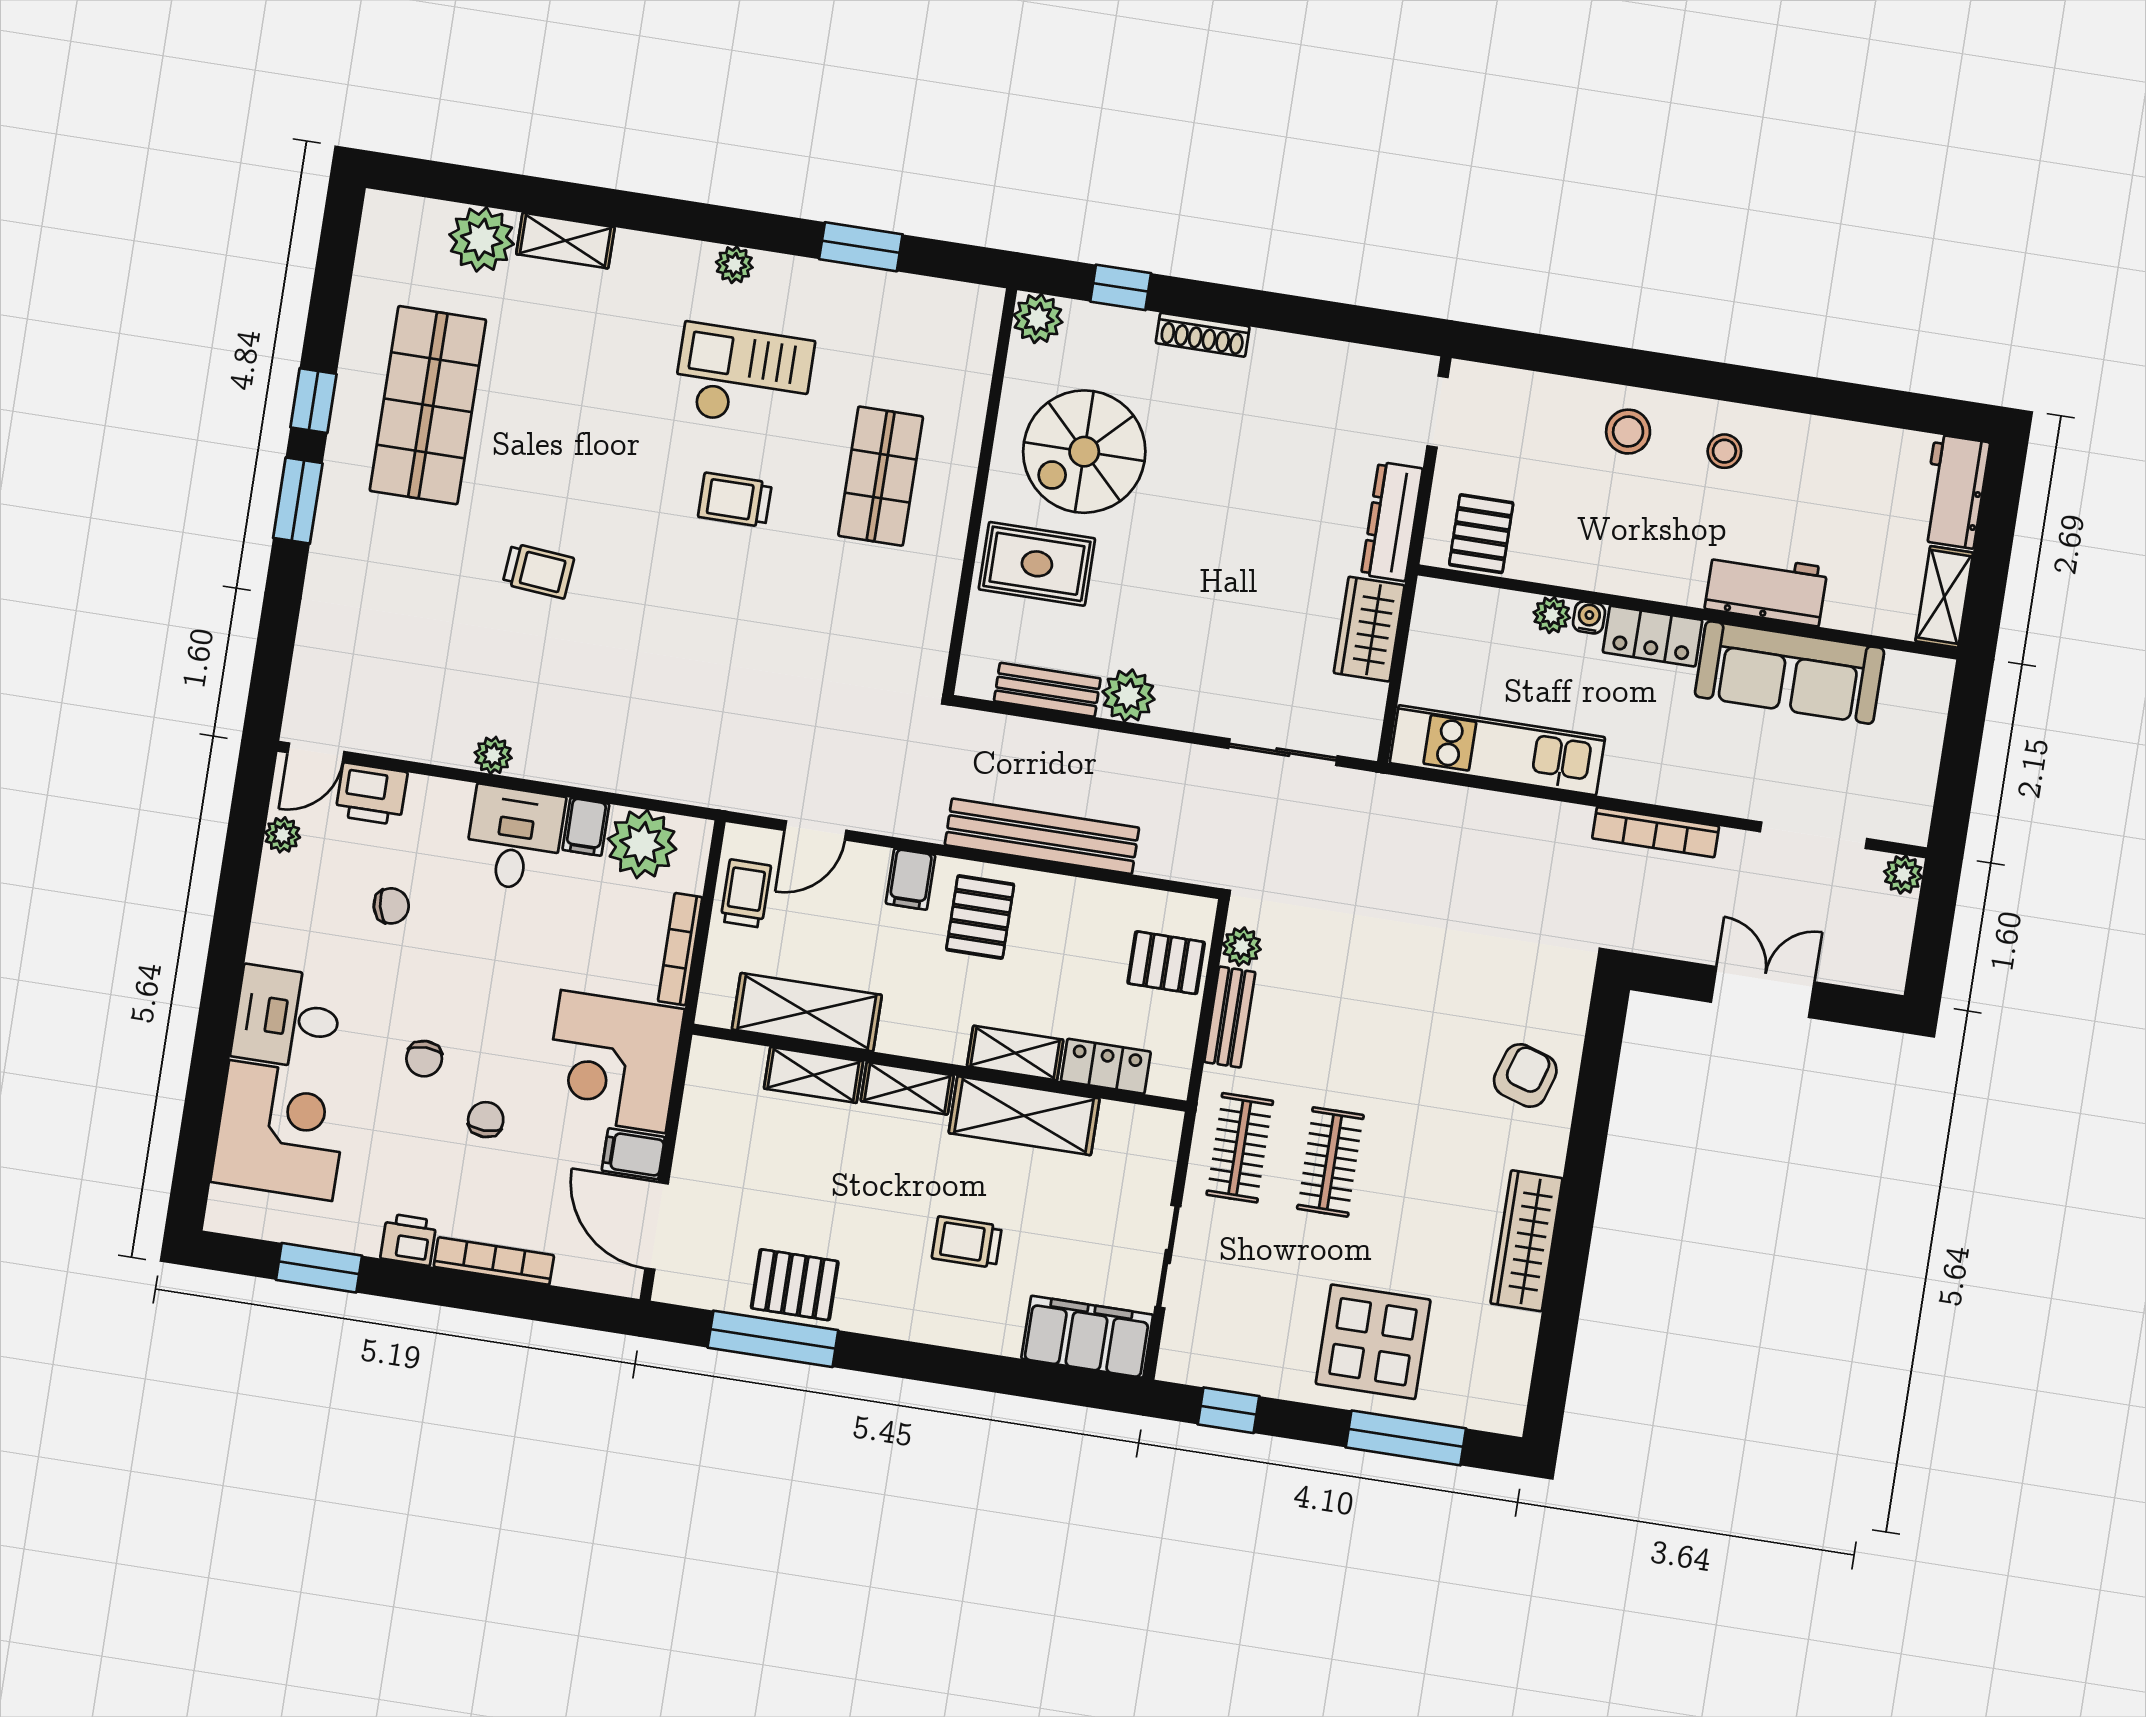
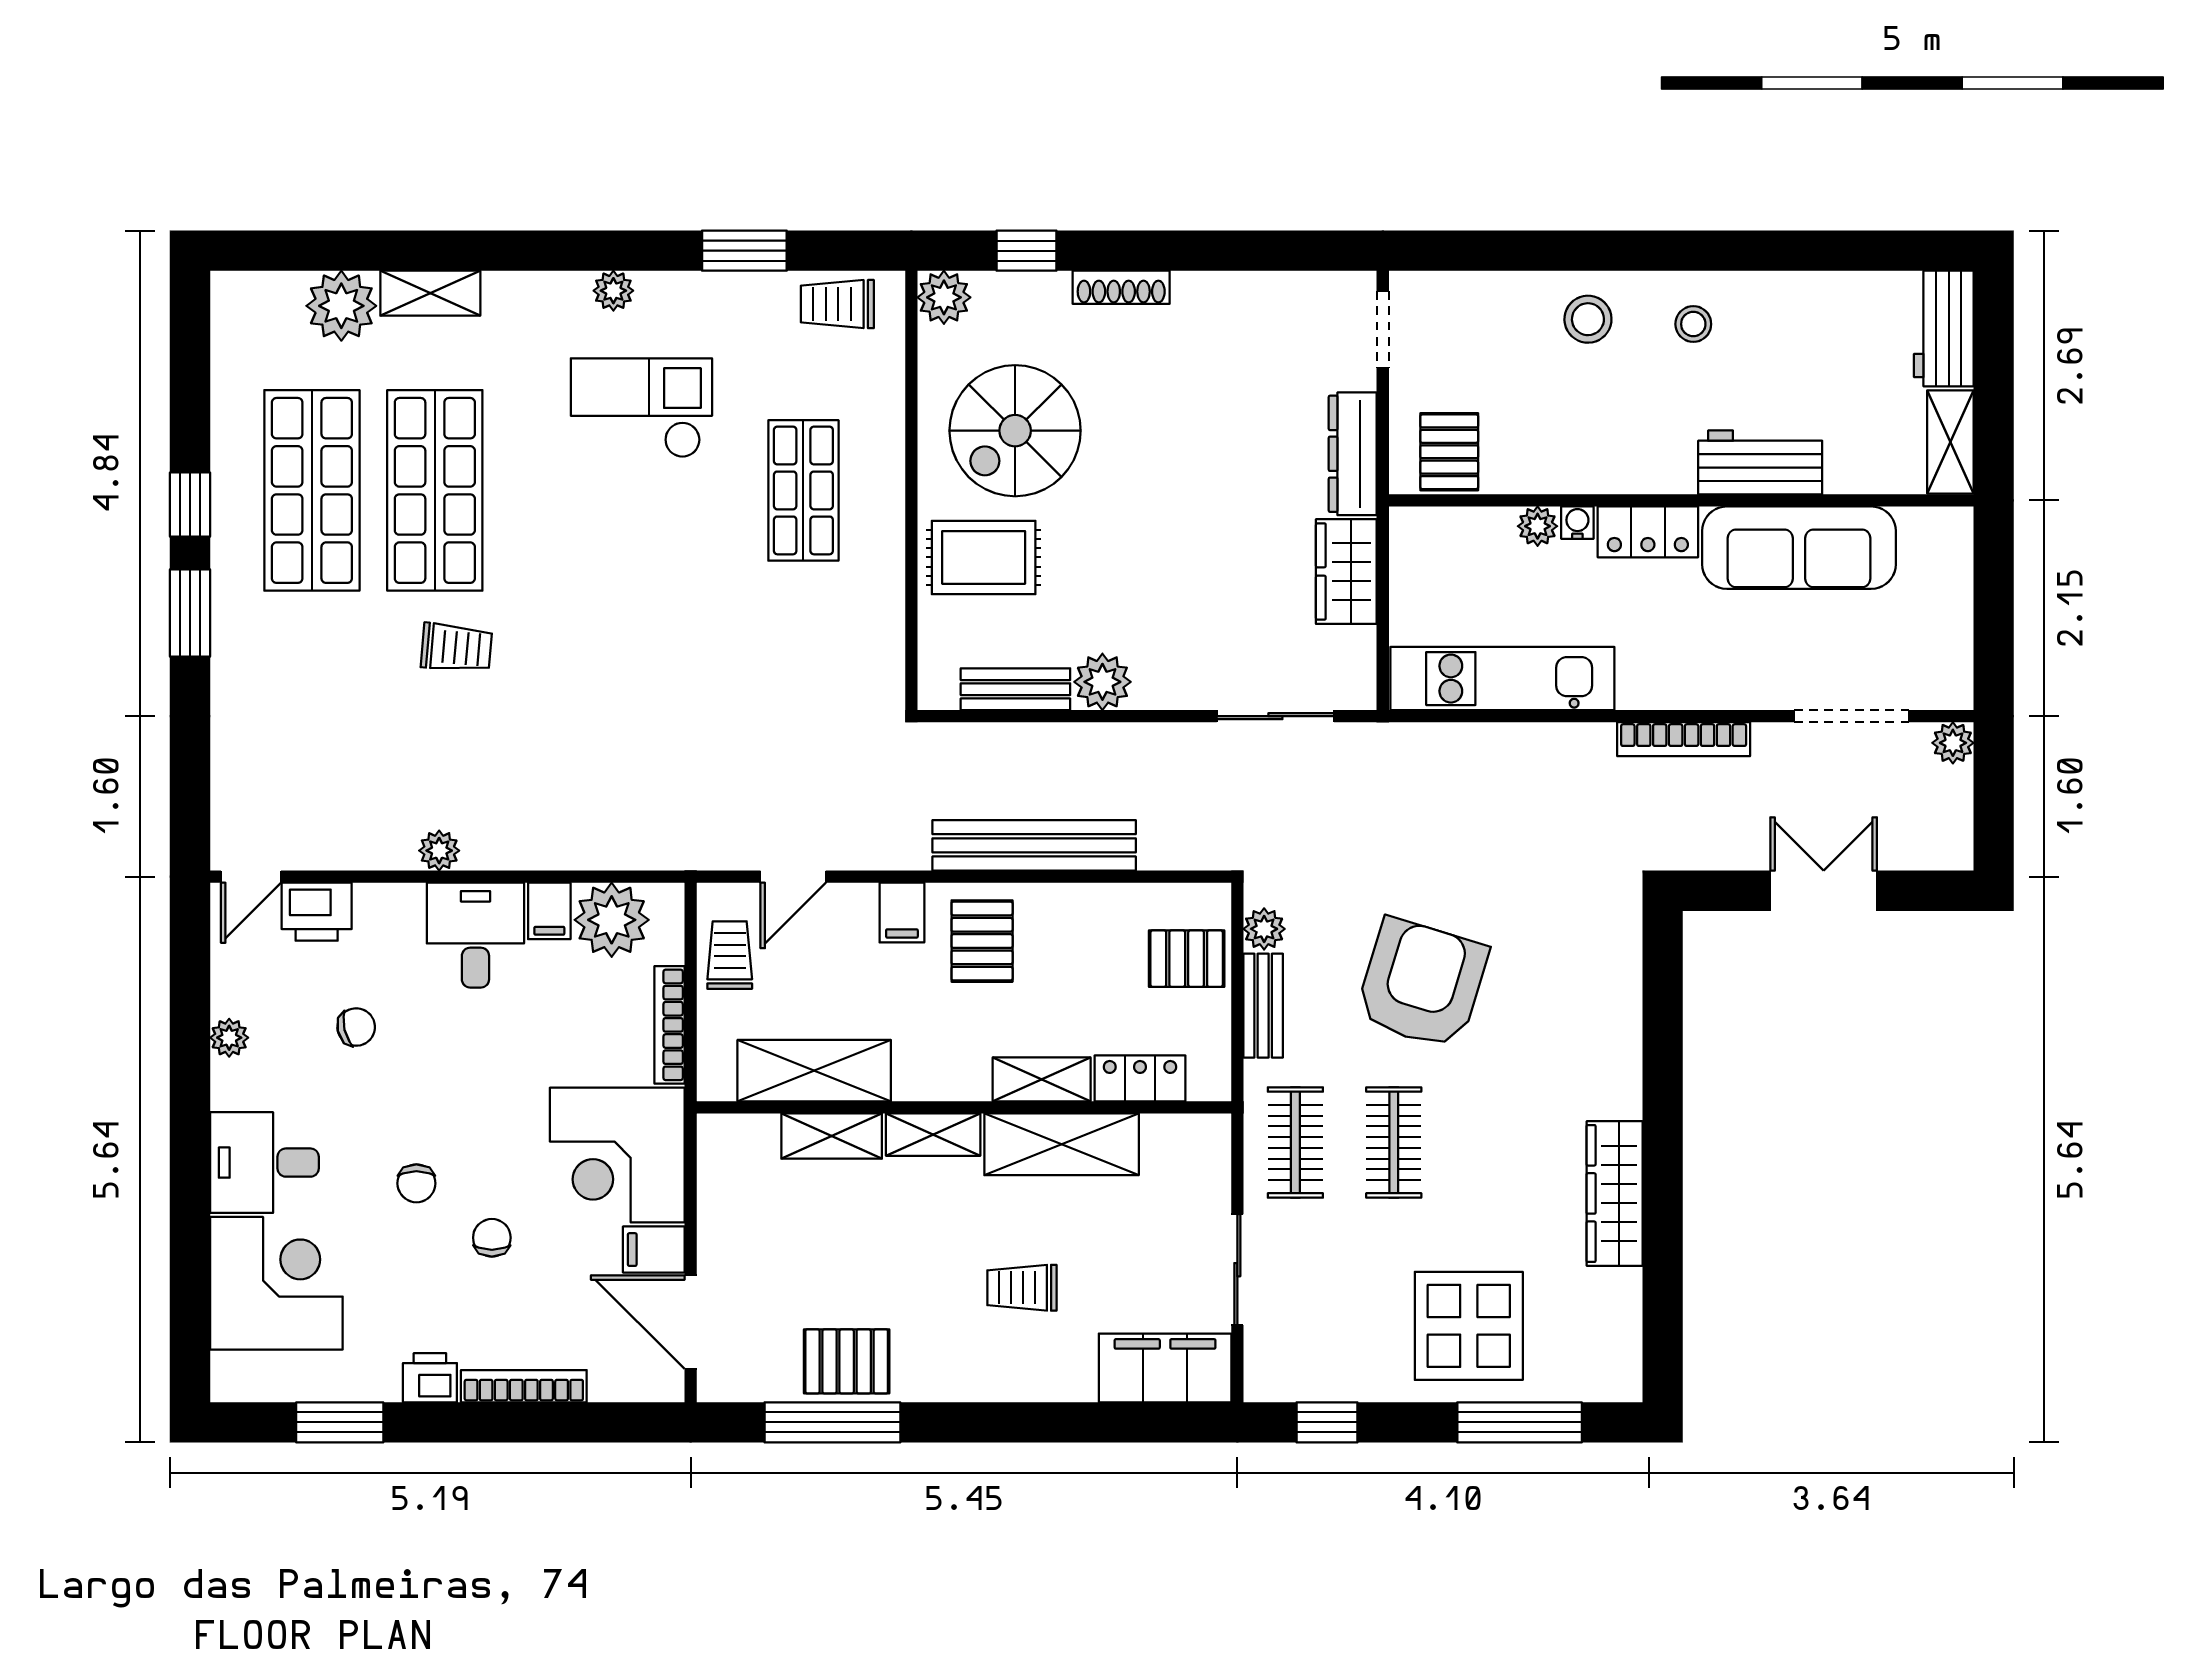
shop shelf: (541, 423) -> (435, 490), added
trolley: (735, 500) -> (837, 304), moved
plant: (282, 835) -> (229, 1038), moved
armchair: (1525, 1075) -> (1422, 984), moved, width x1.88, depth x1.88

